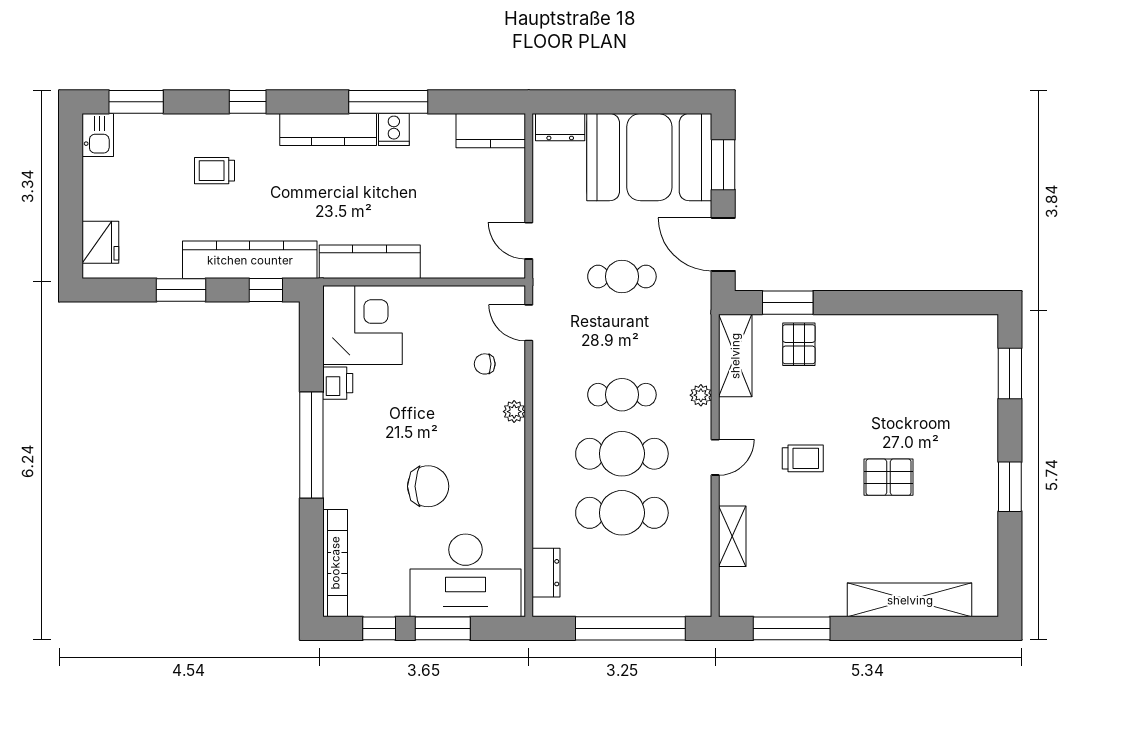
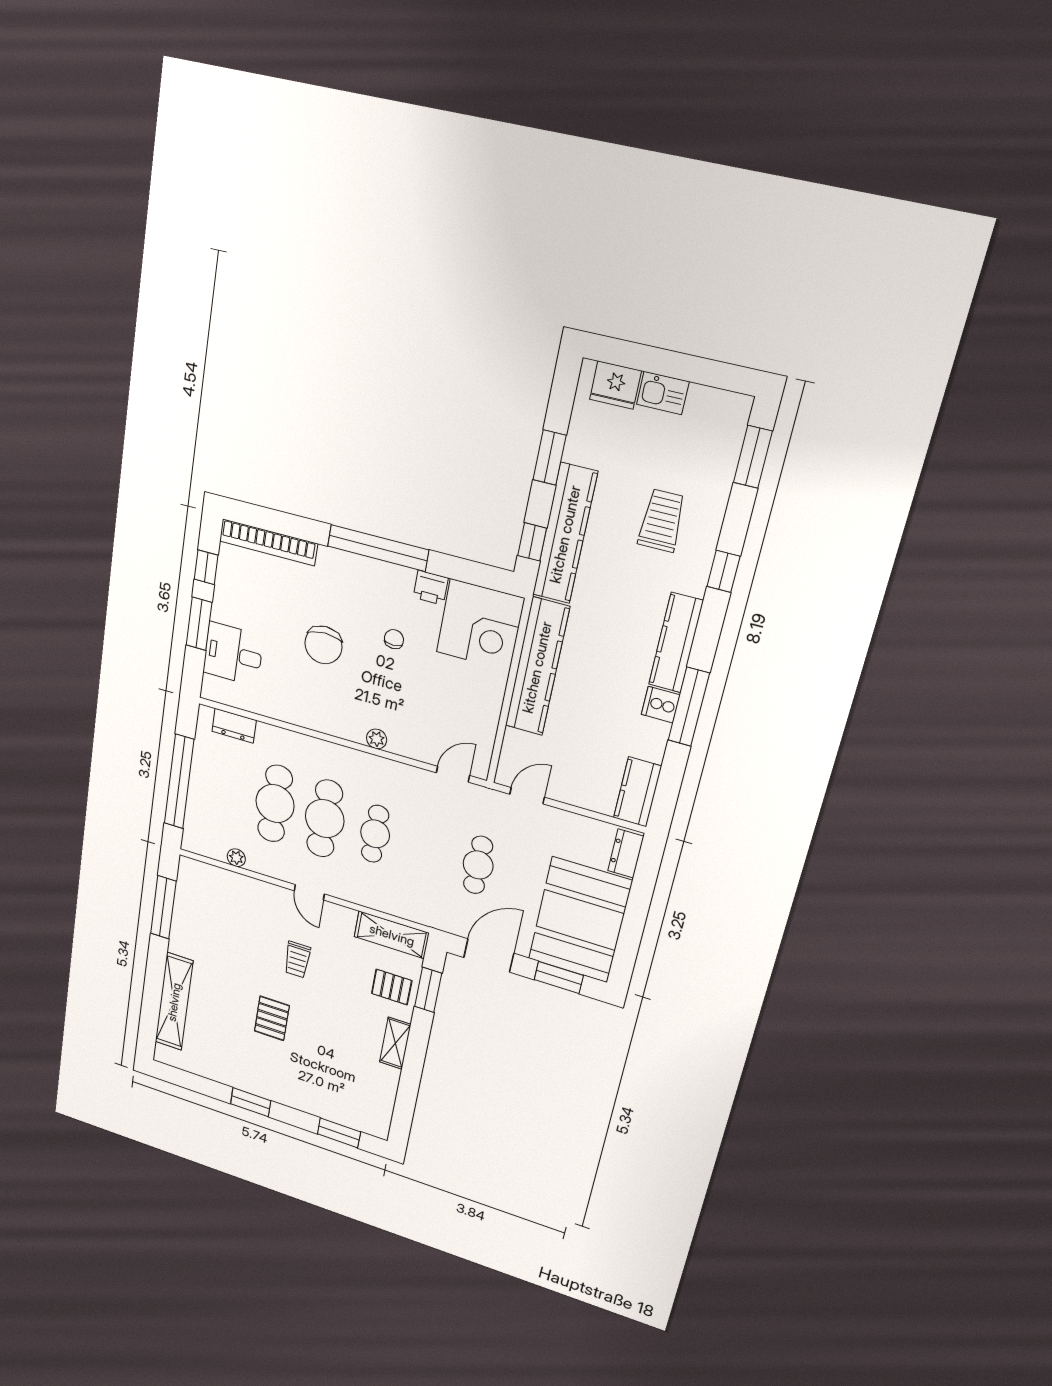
kitchen sink: (98, 135) -> (663, 393), moved
trolley: (214, 171) -> (662, 521), width x1.36, depth x1.39
kitchen counter: (370, 262) -> (537, 667), width x1.39, depth x1.17
chair: (485, 364) -> (394, 639), moved
plant: (701, 395) -> (236, 858), moved
shelving: (732, 536) -> (395, 1043), moved, turned 90
desk: (466, 575) -> (233, 654), width x0.53, depth x0.77

